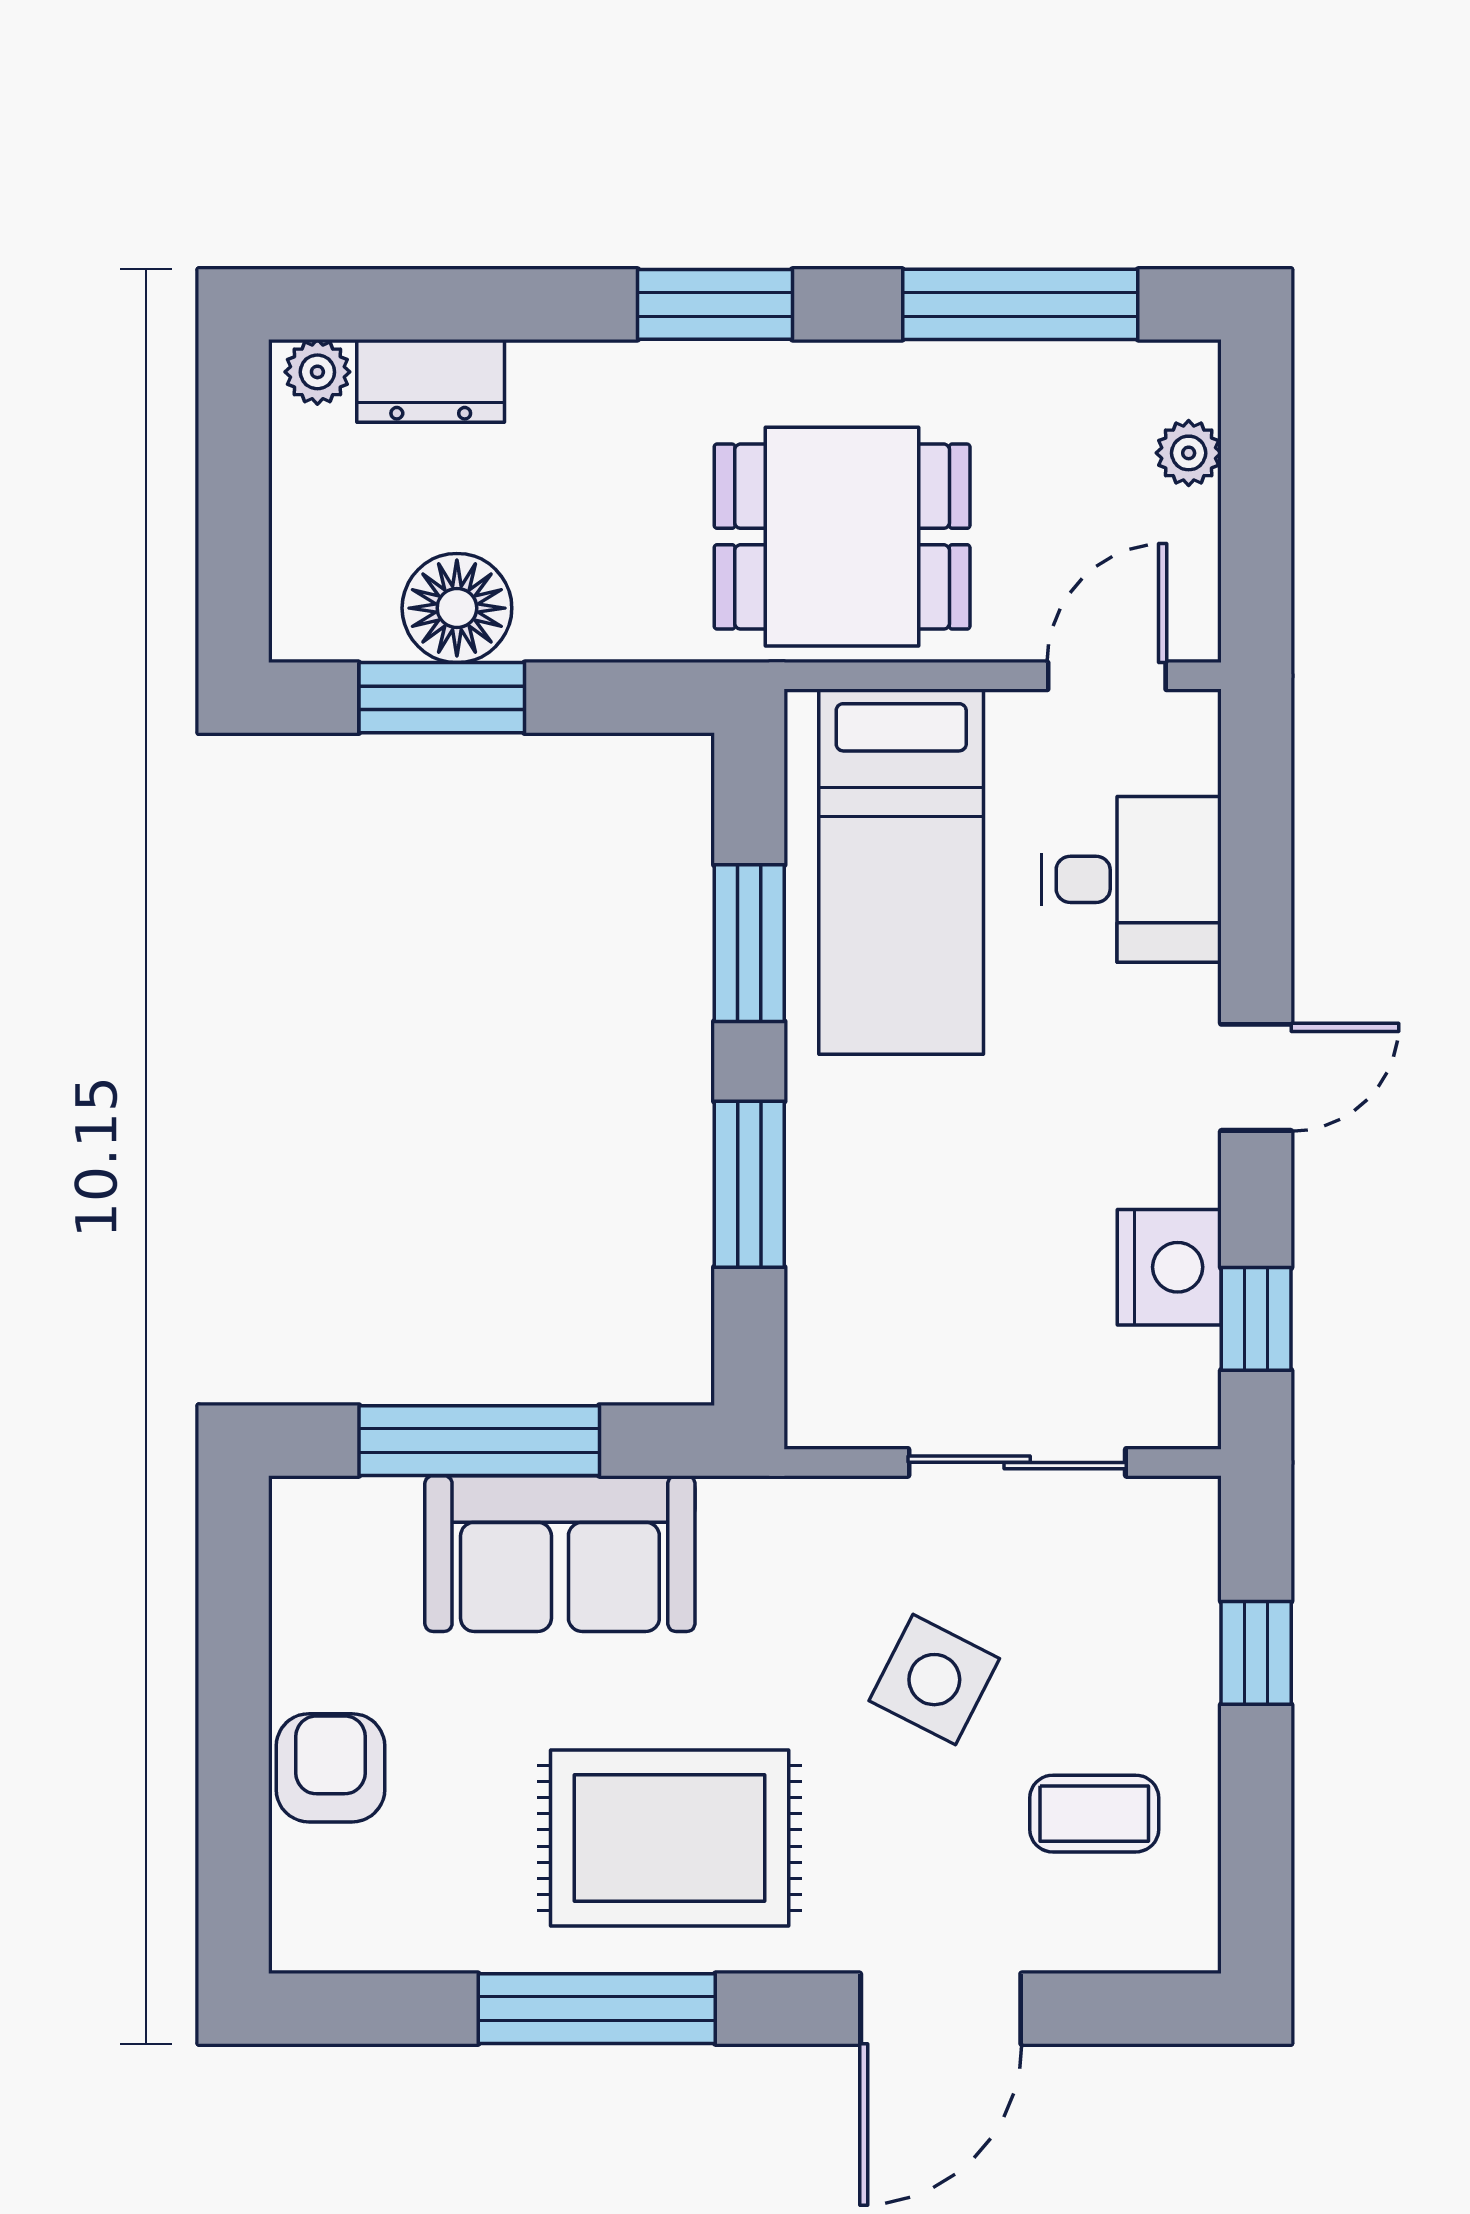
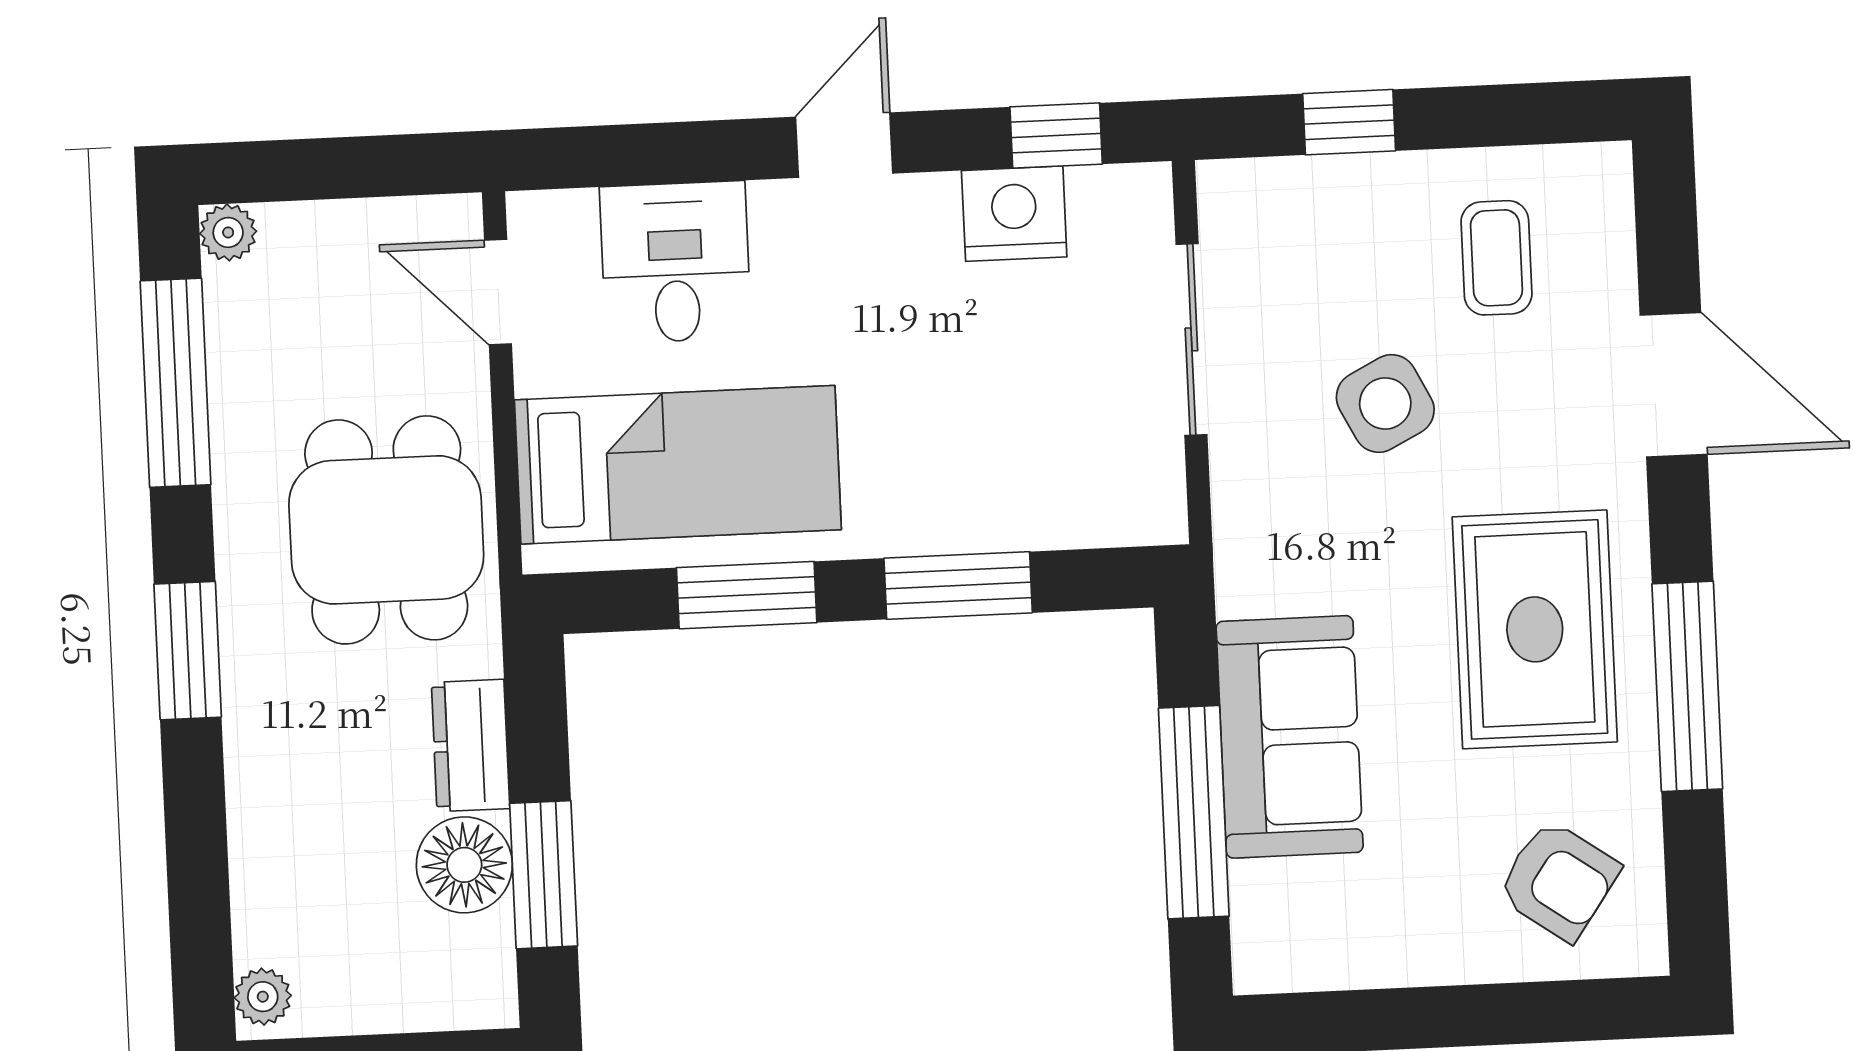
dresser: (431, 381) -> (471, 745), moved, turned 180
plant: (1189, 453) -> (228, 232), moved
door: (1256, 1077) -> (844, 145), hinge flipped
side table: (934, 1680) -> (1385, 403), turned 36
armchair: (330, 1768) -> (1558, 880), moved, turned -145

